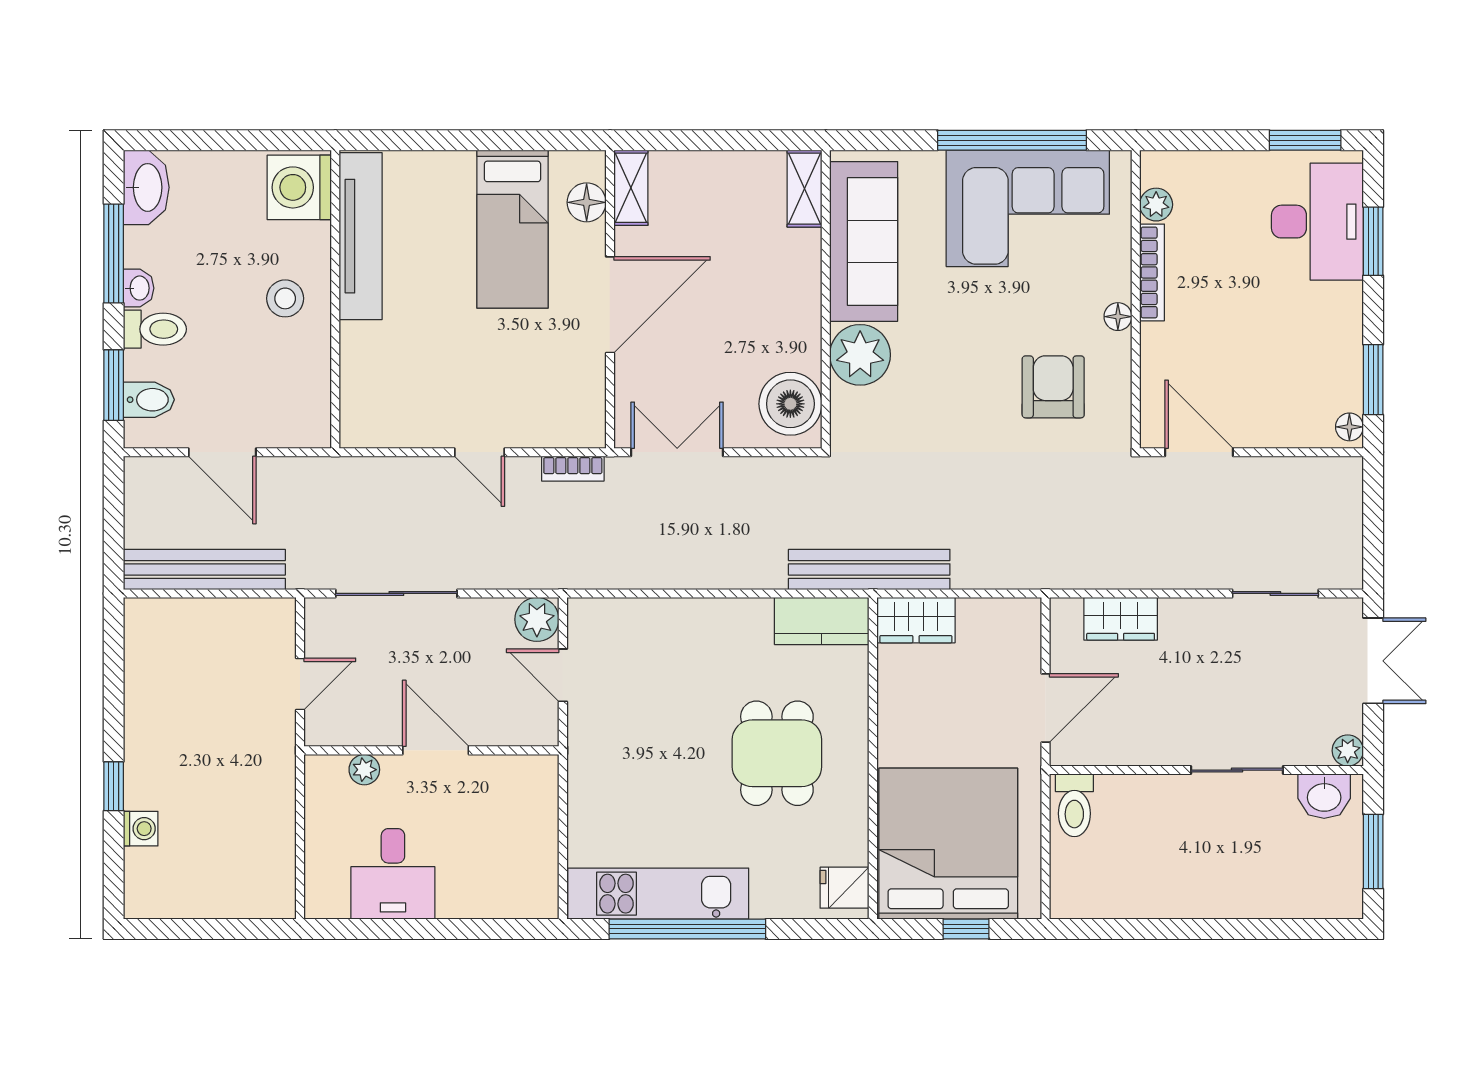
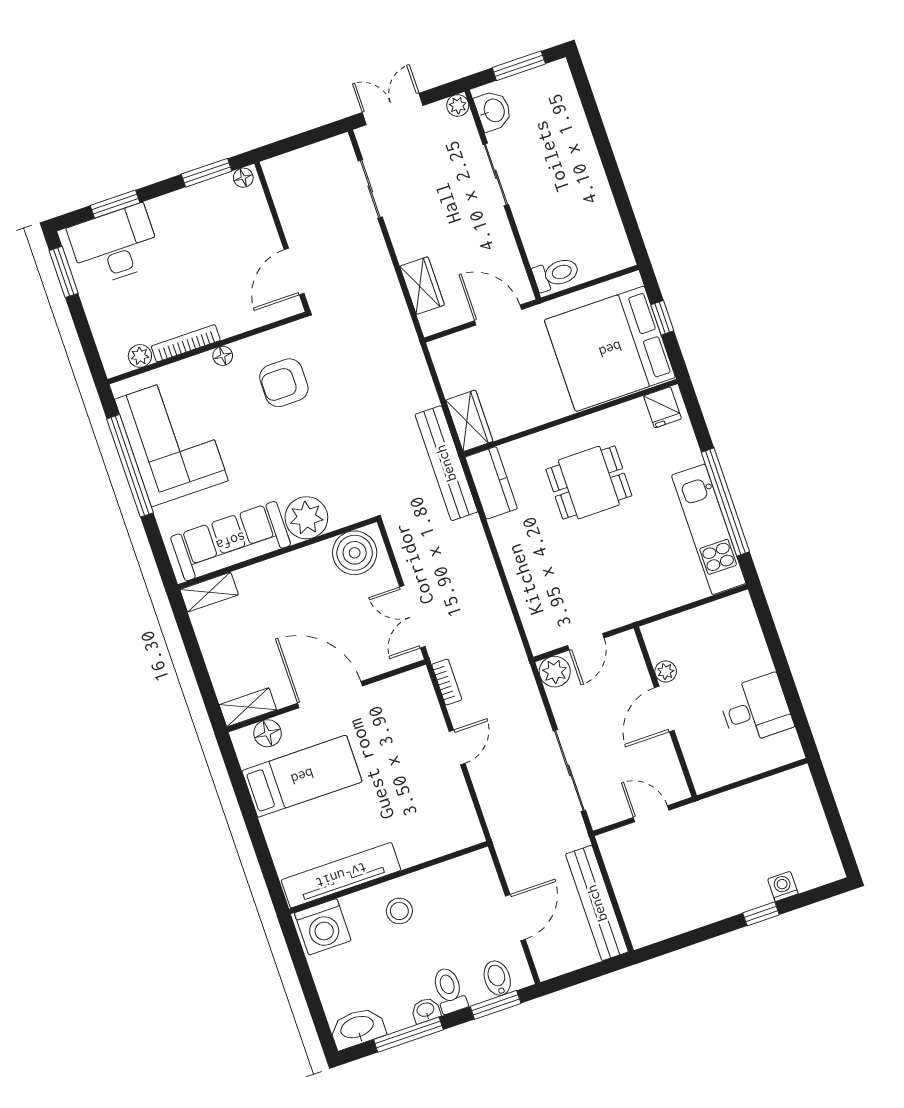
plant: (364, 770) -> (666, 671), moved

